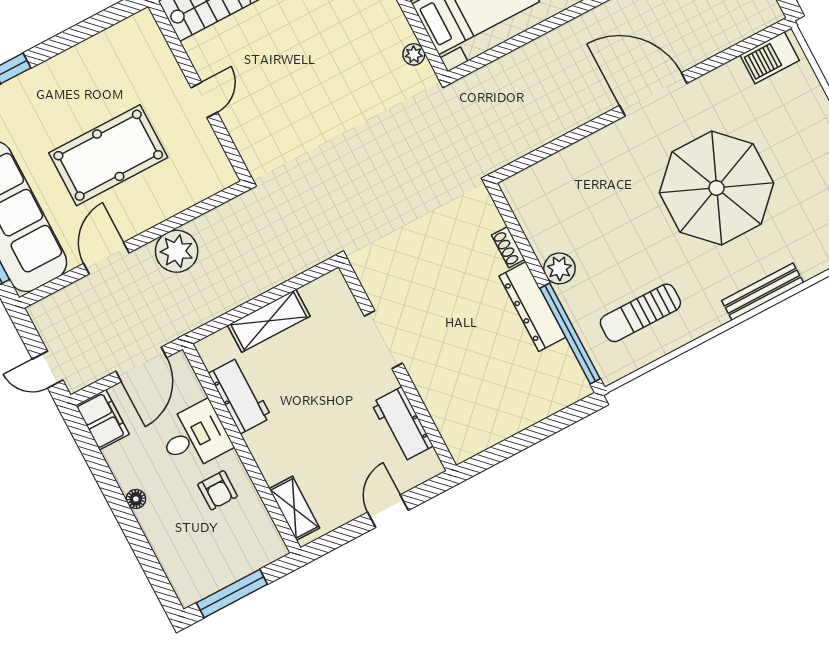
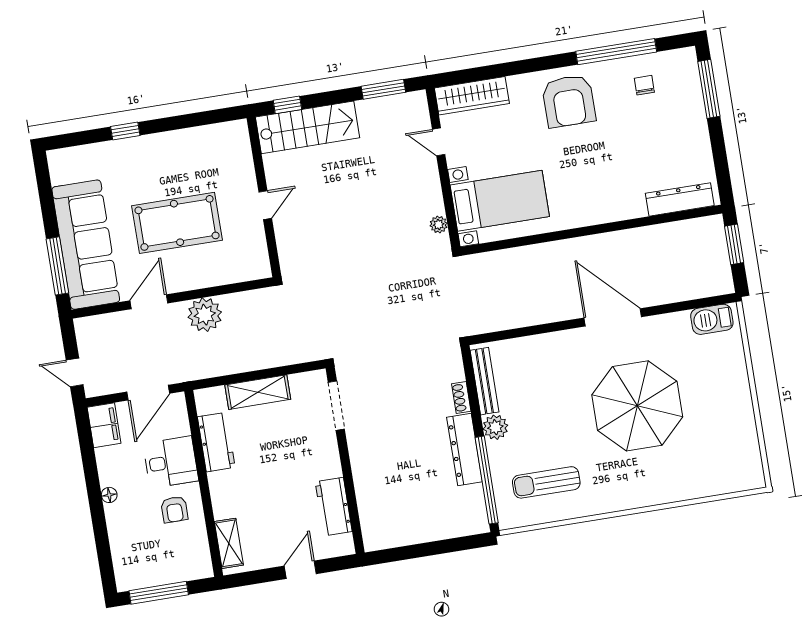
bench: (763, 292) -> (484, 381), moved, turned 90
doorway: (383, 340) -> (336, 406), moved

